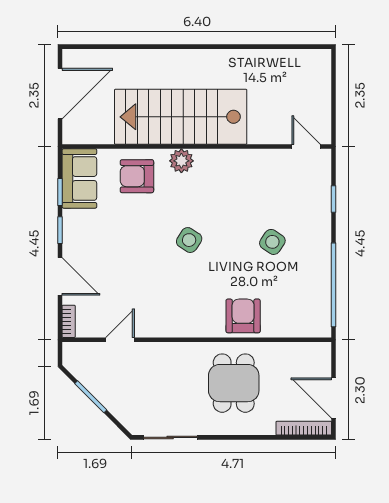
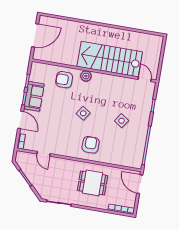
stairs: (181, 117) -> (110, 59), moved
sofa: (79, 178) -> (34, 96), moved
armchair: (243, 316) -> (91, 145), moved
door: (120, 340) -> (43, 154), swing flipped
dining table: (234, 383) -> (93, 183), turned 90
door: (334, 398) -> (140, 184), moved

